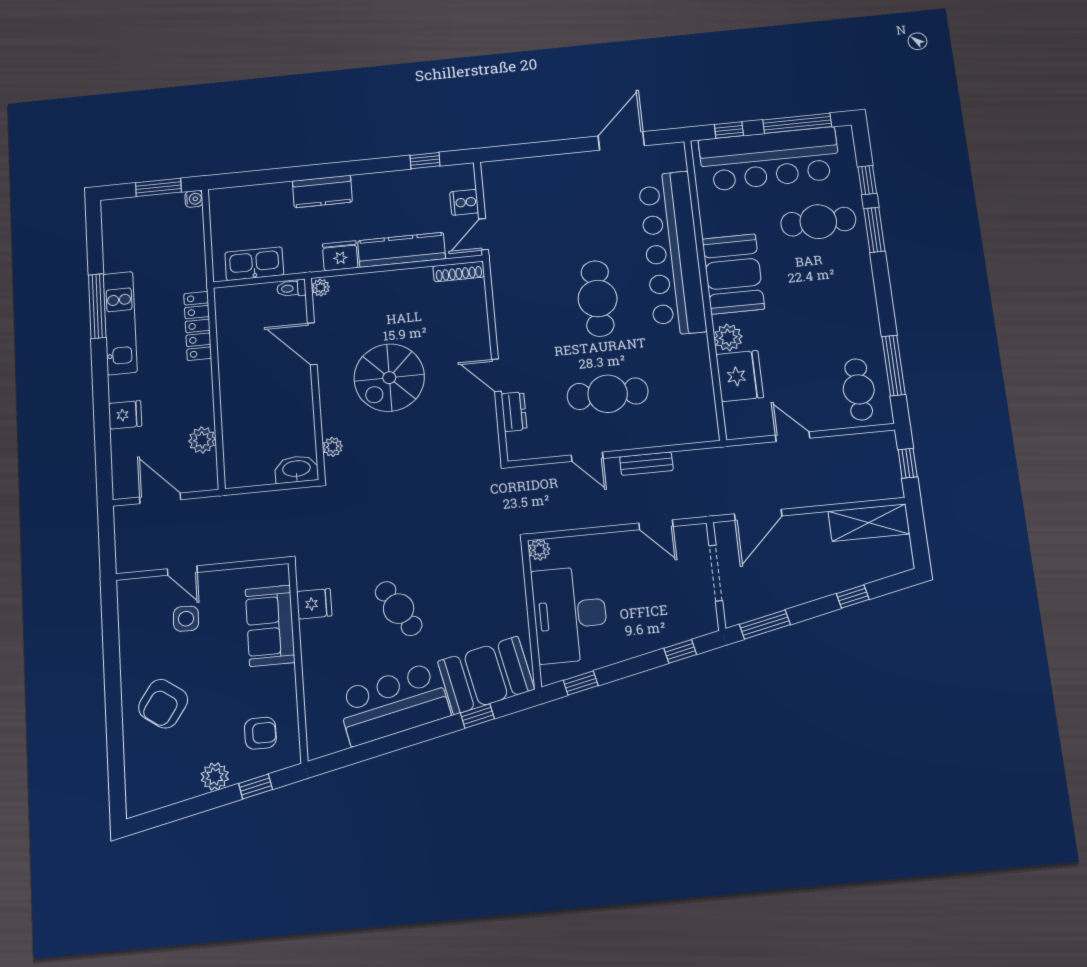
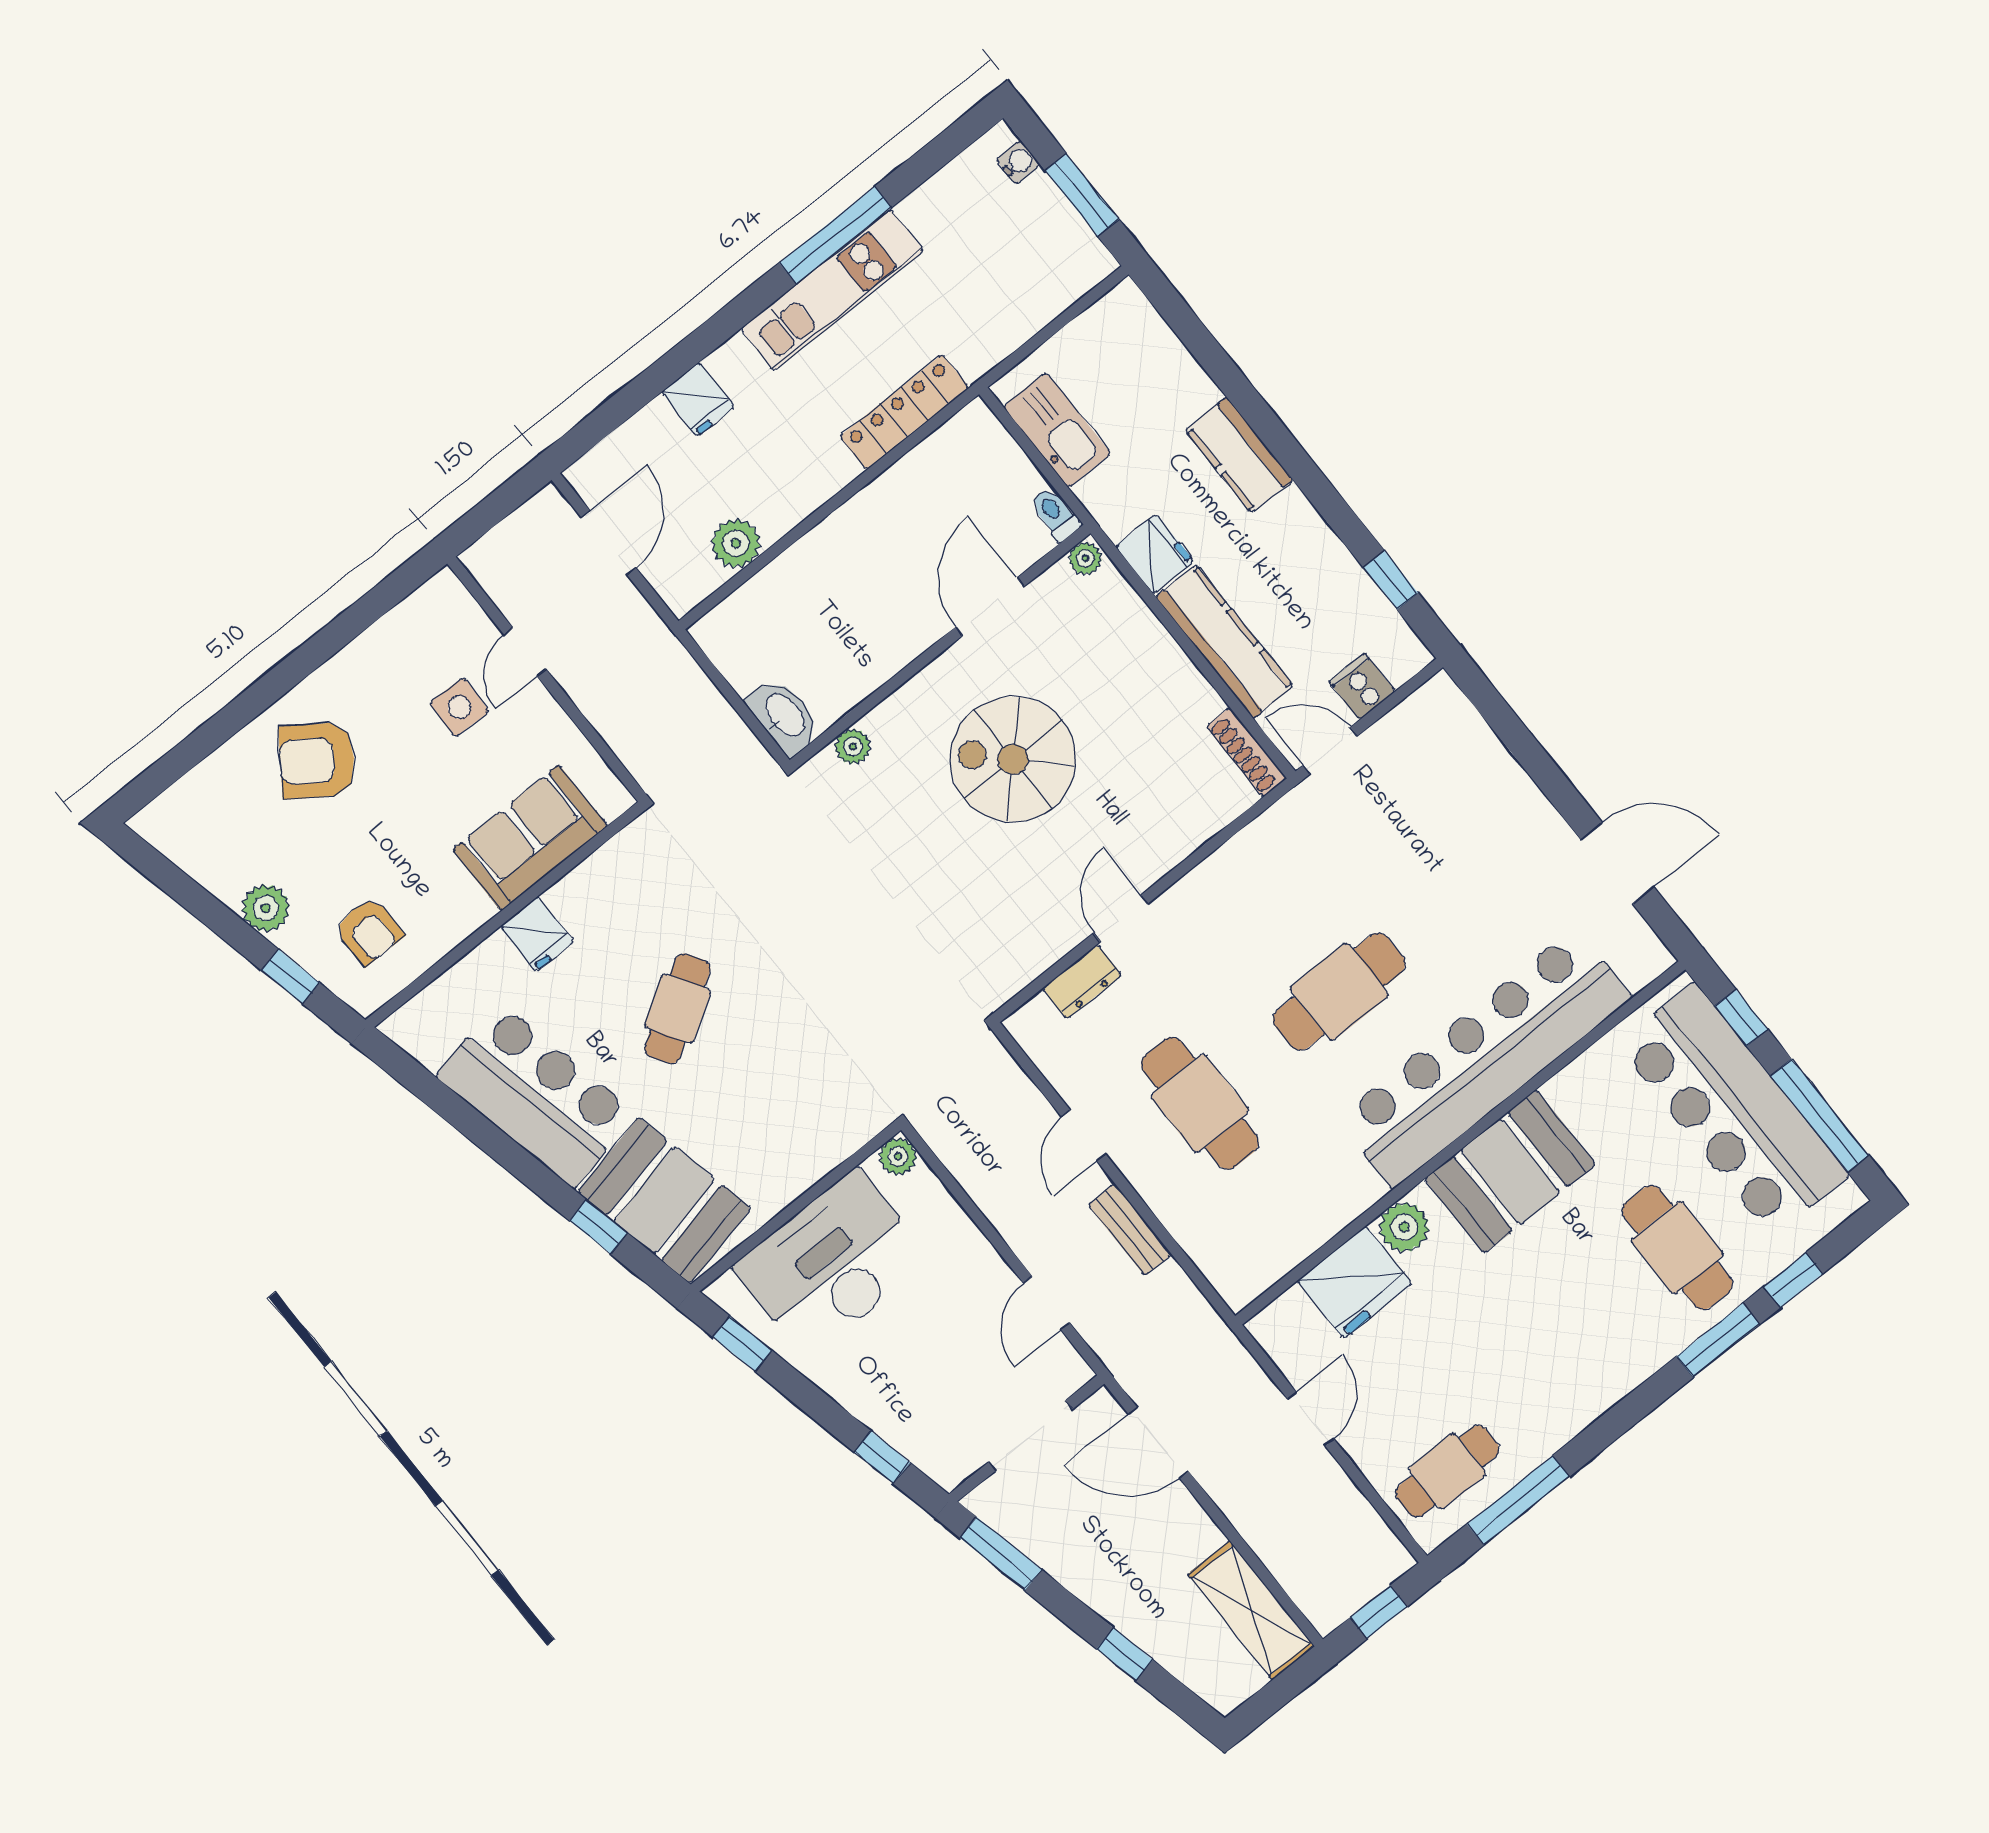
water cooler: (194, 199) -> (1018, 162), moved, turned -90
fridge: (314, 604) -> (537, 934), moved

